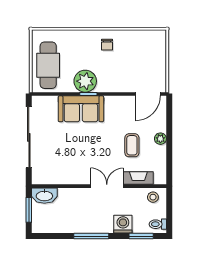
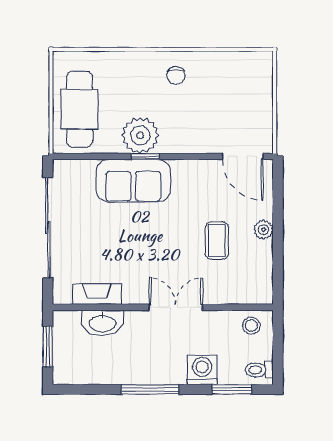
door: (148, 94) -> (243, 156), hinge flipped
fireplace: (138, 178) -> (97, 294), moved
washbasin: (44, 196) -> (102, 323), moved

